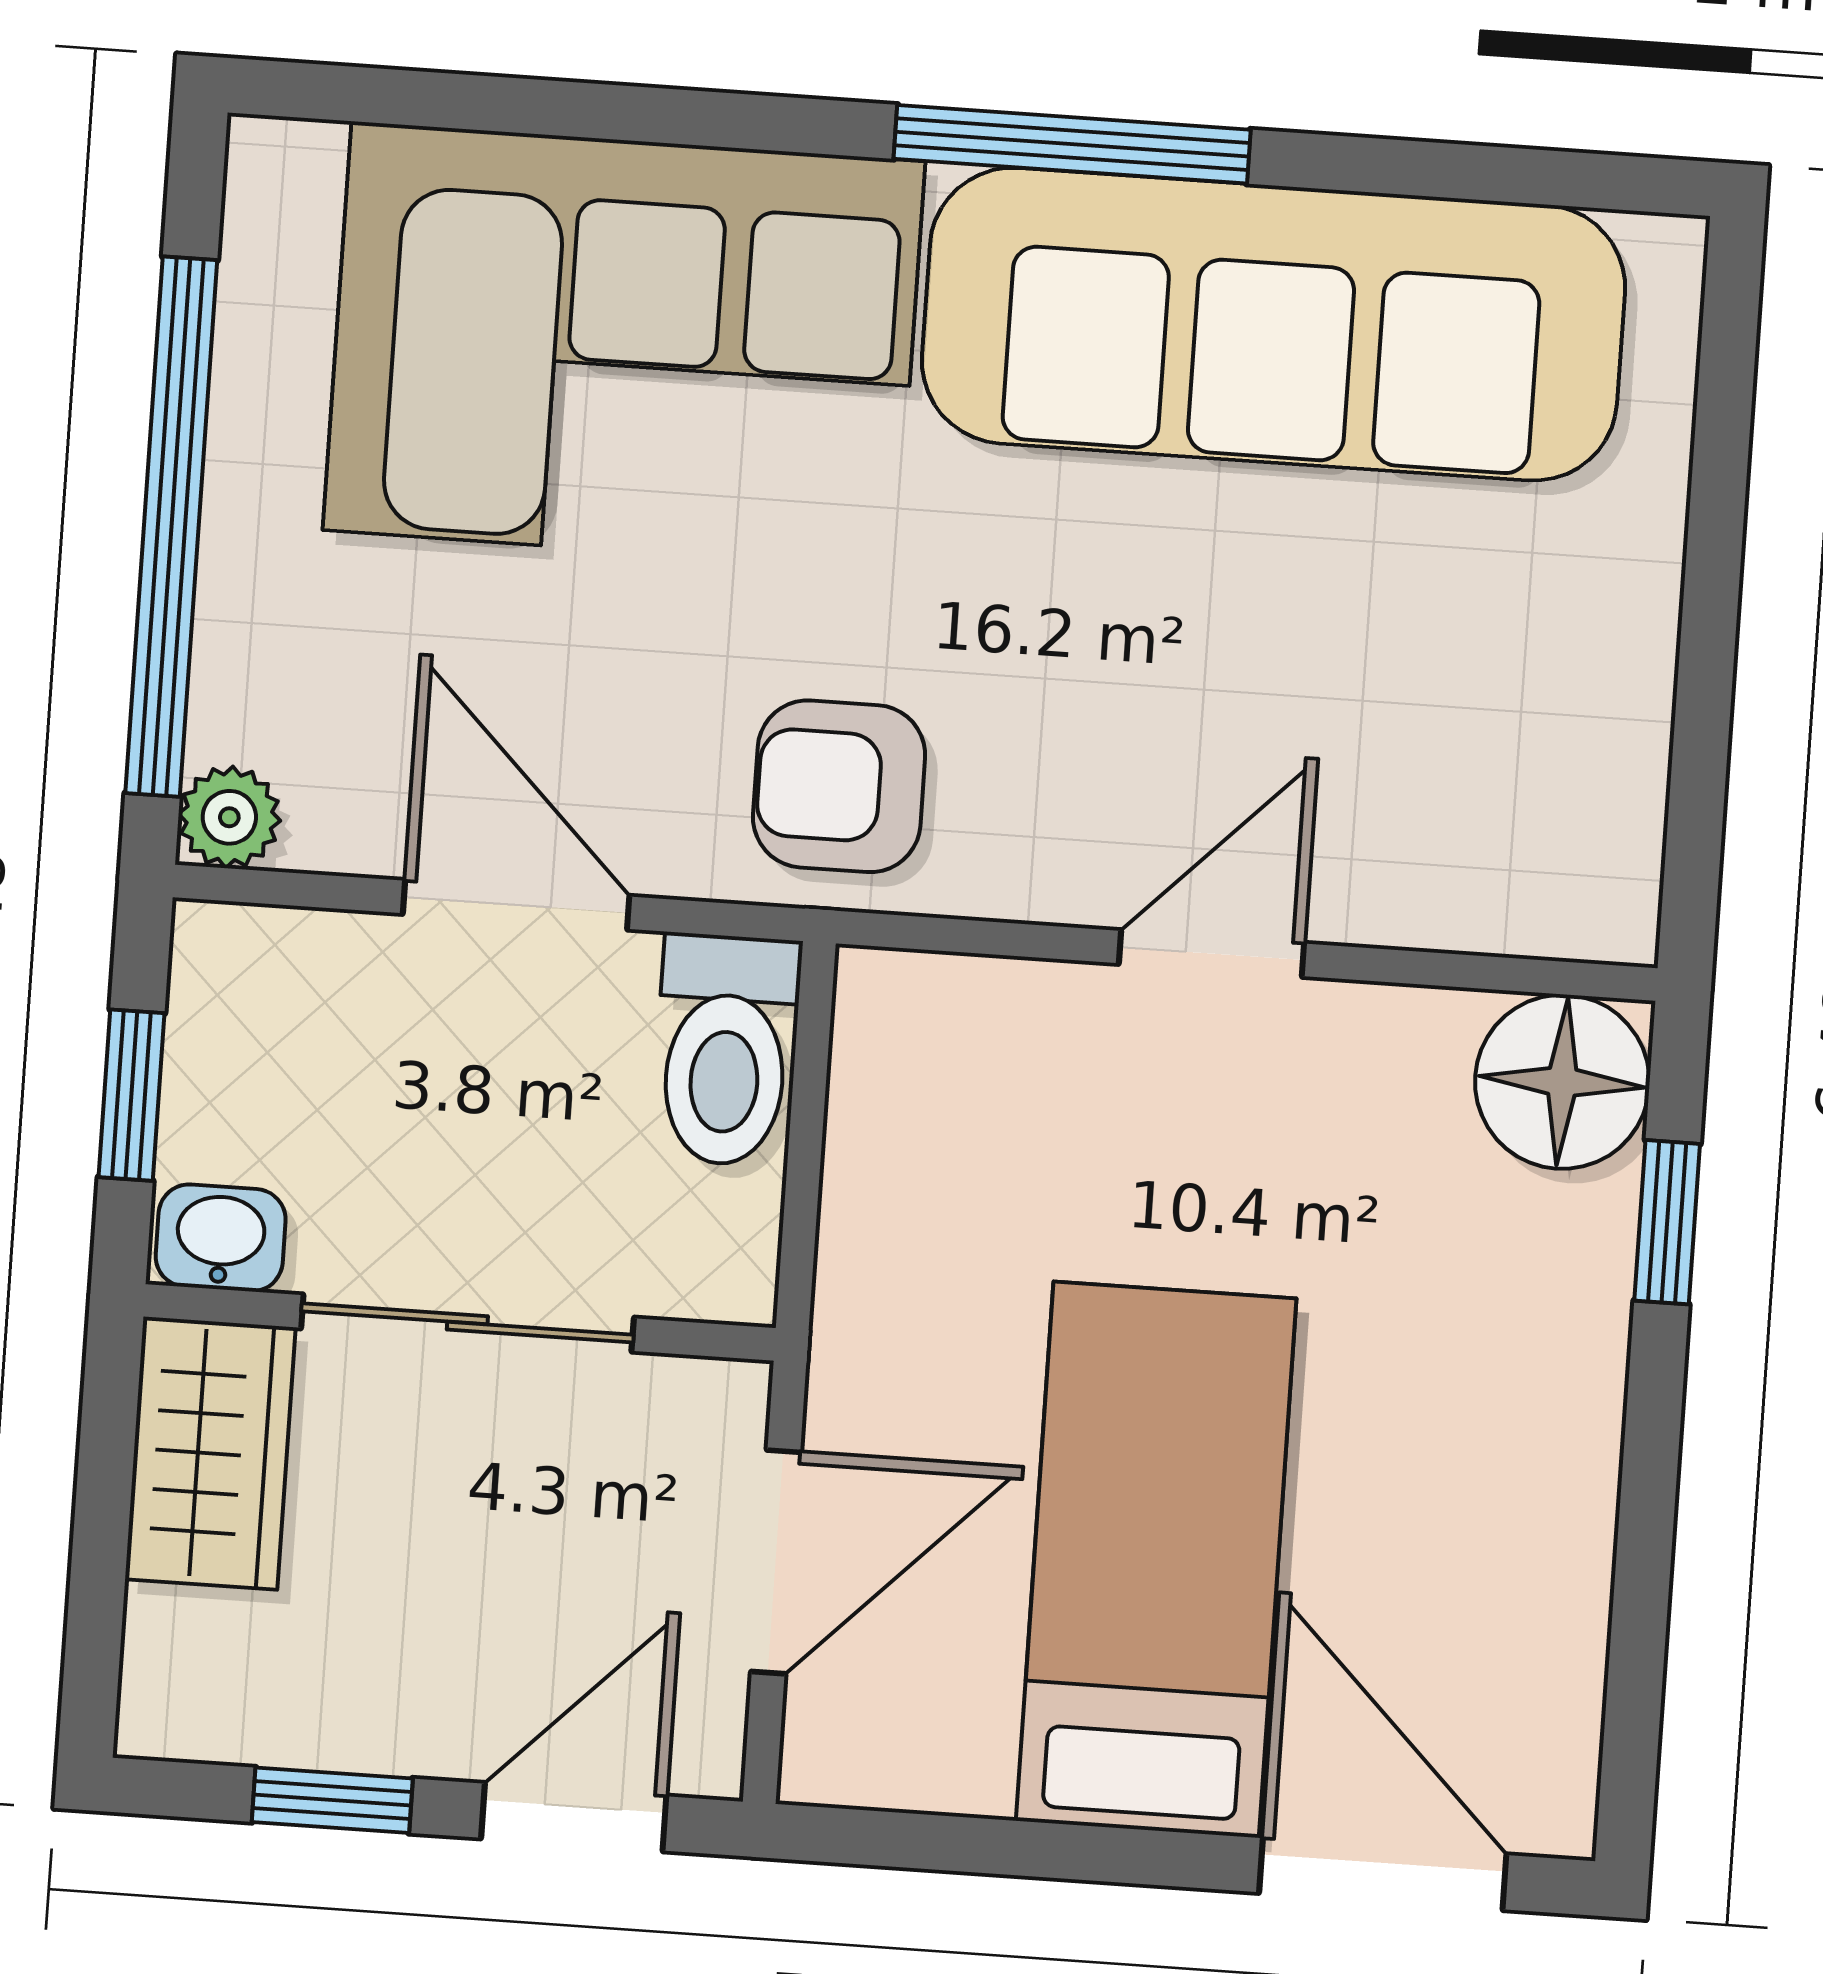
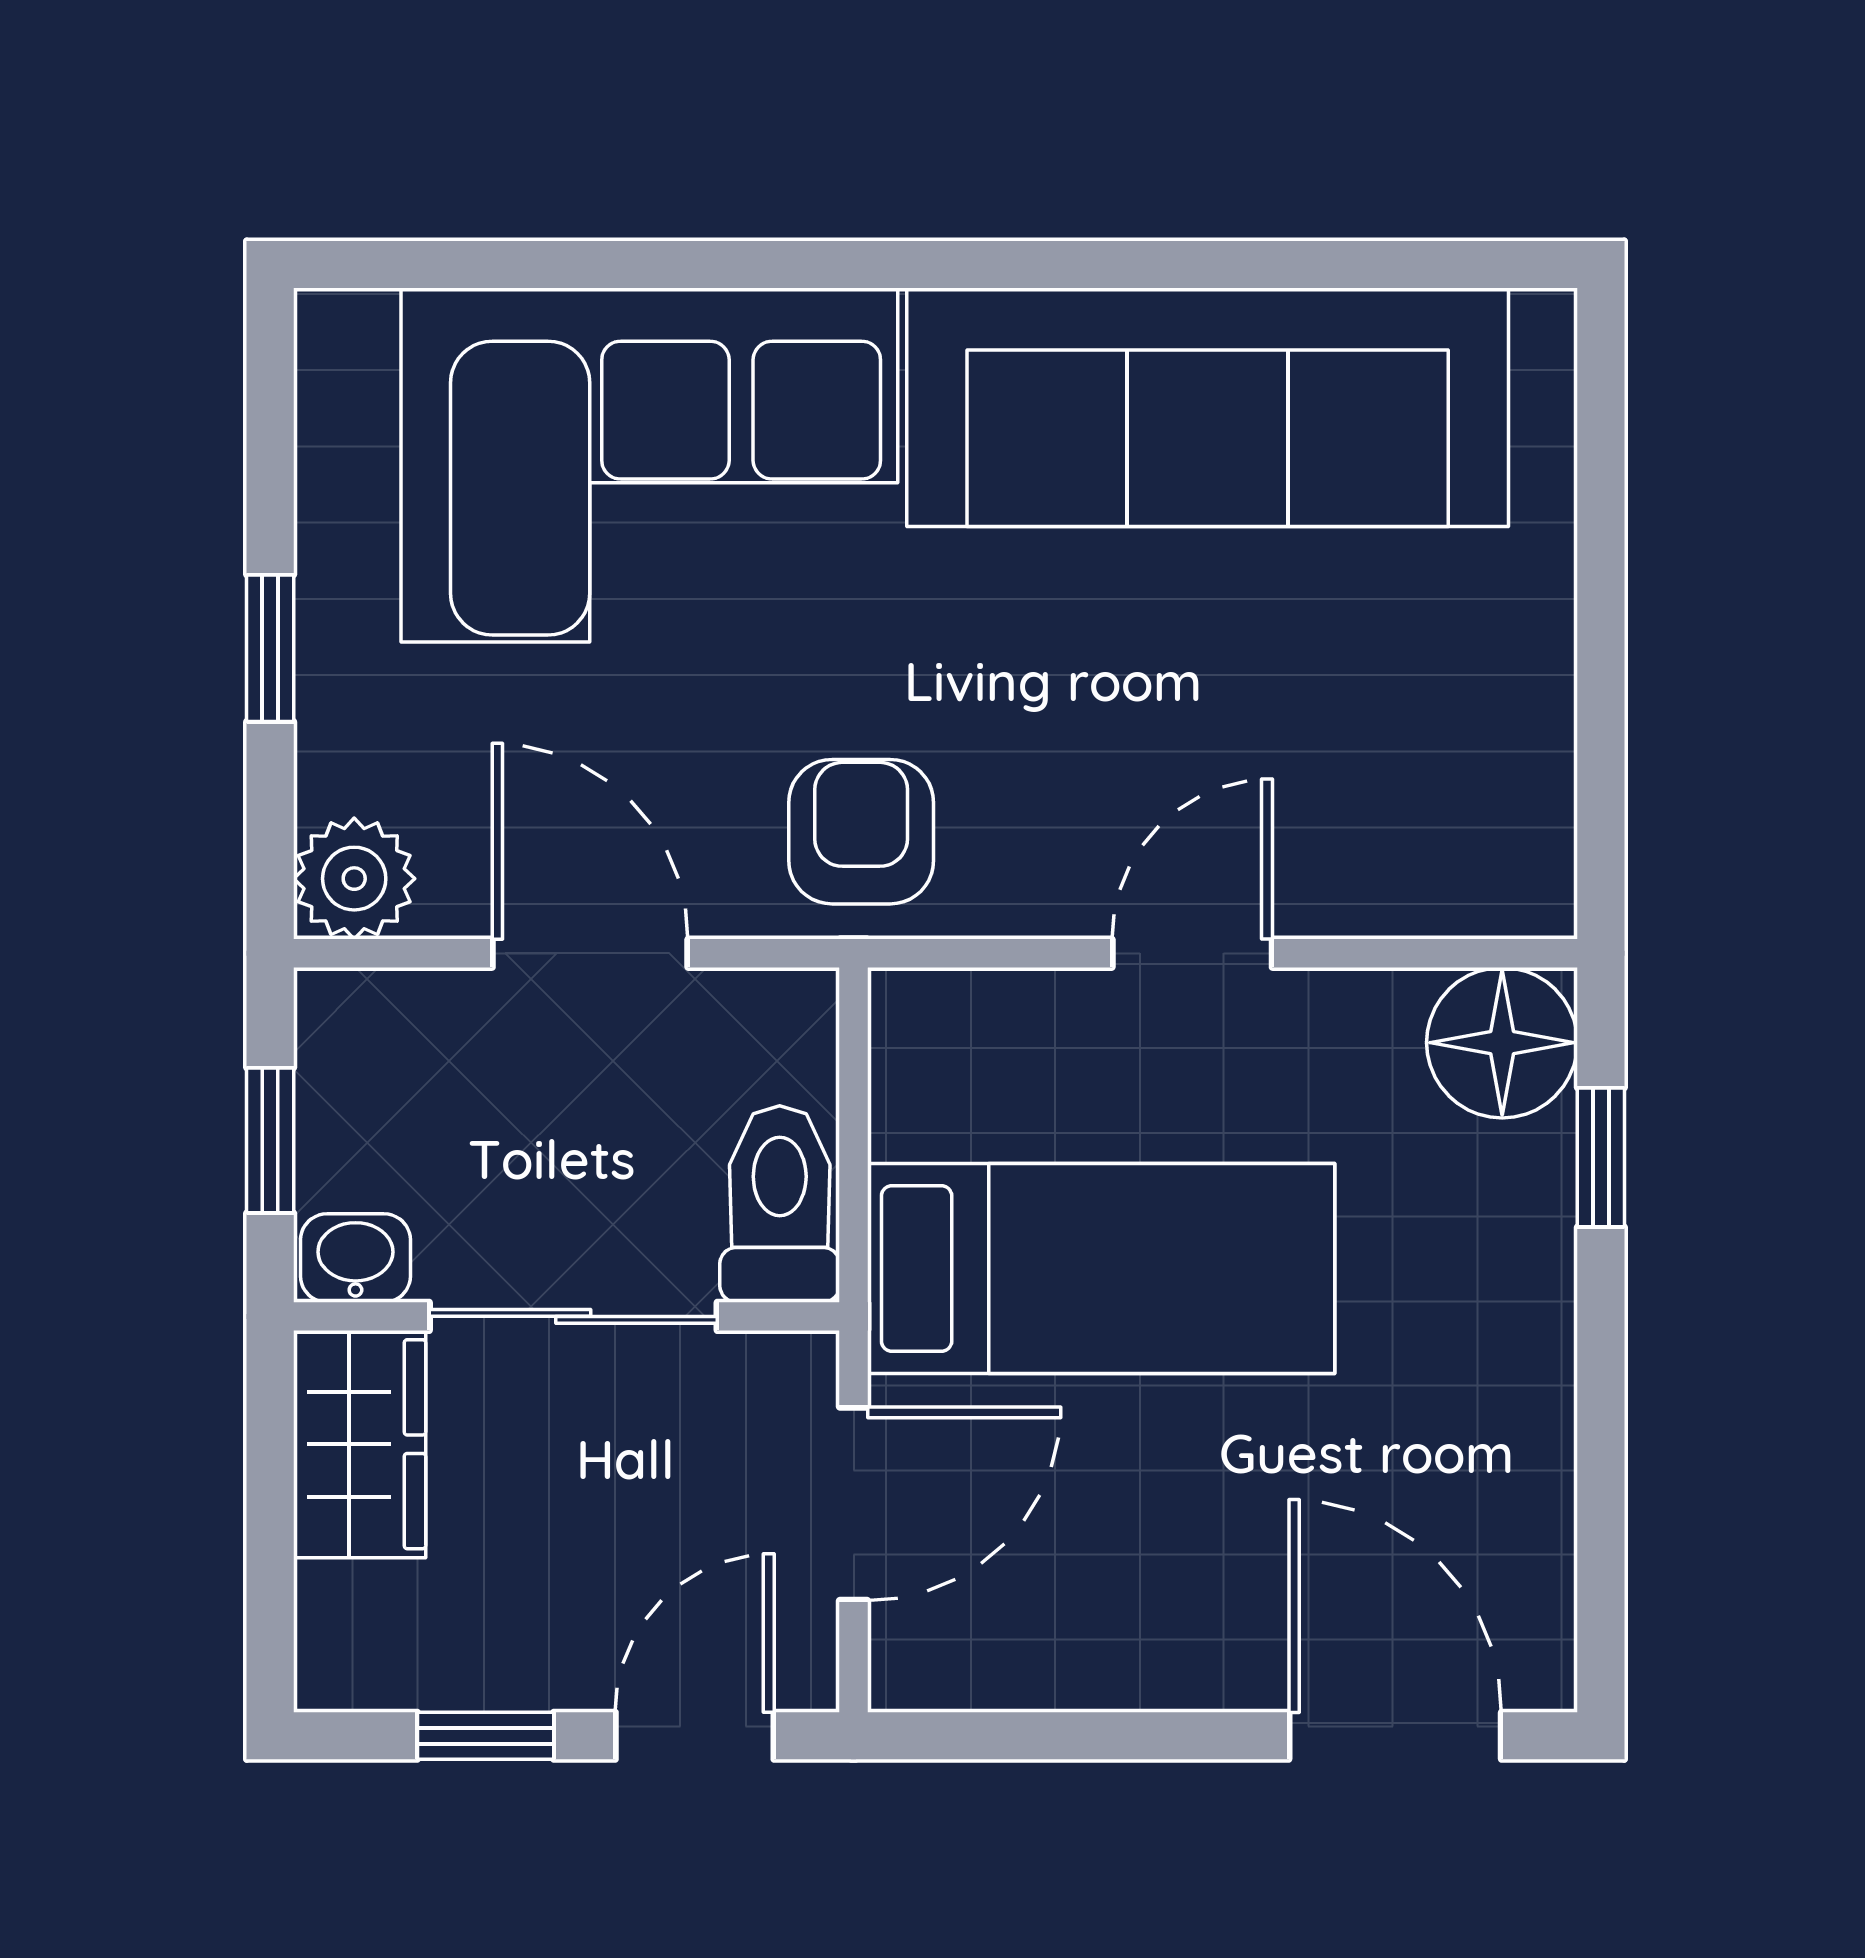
window: (1072, 144) -> (1023, 264), removed
window: (171, 527) -> (270, 648), width x0.32
armchair: (839, 786) -> (861, 832), turned 90
plant: (229, 817) -> (354, 879), width x1.38, depth x1.38
toilet: (726, 1050) -> (780, 1204), moved, turned 180
bed: (1156, 1560) -> (1101, 1268), moved, turned 90

